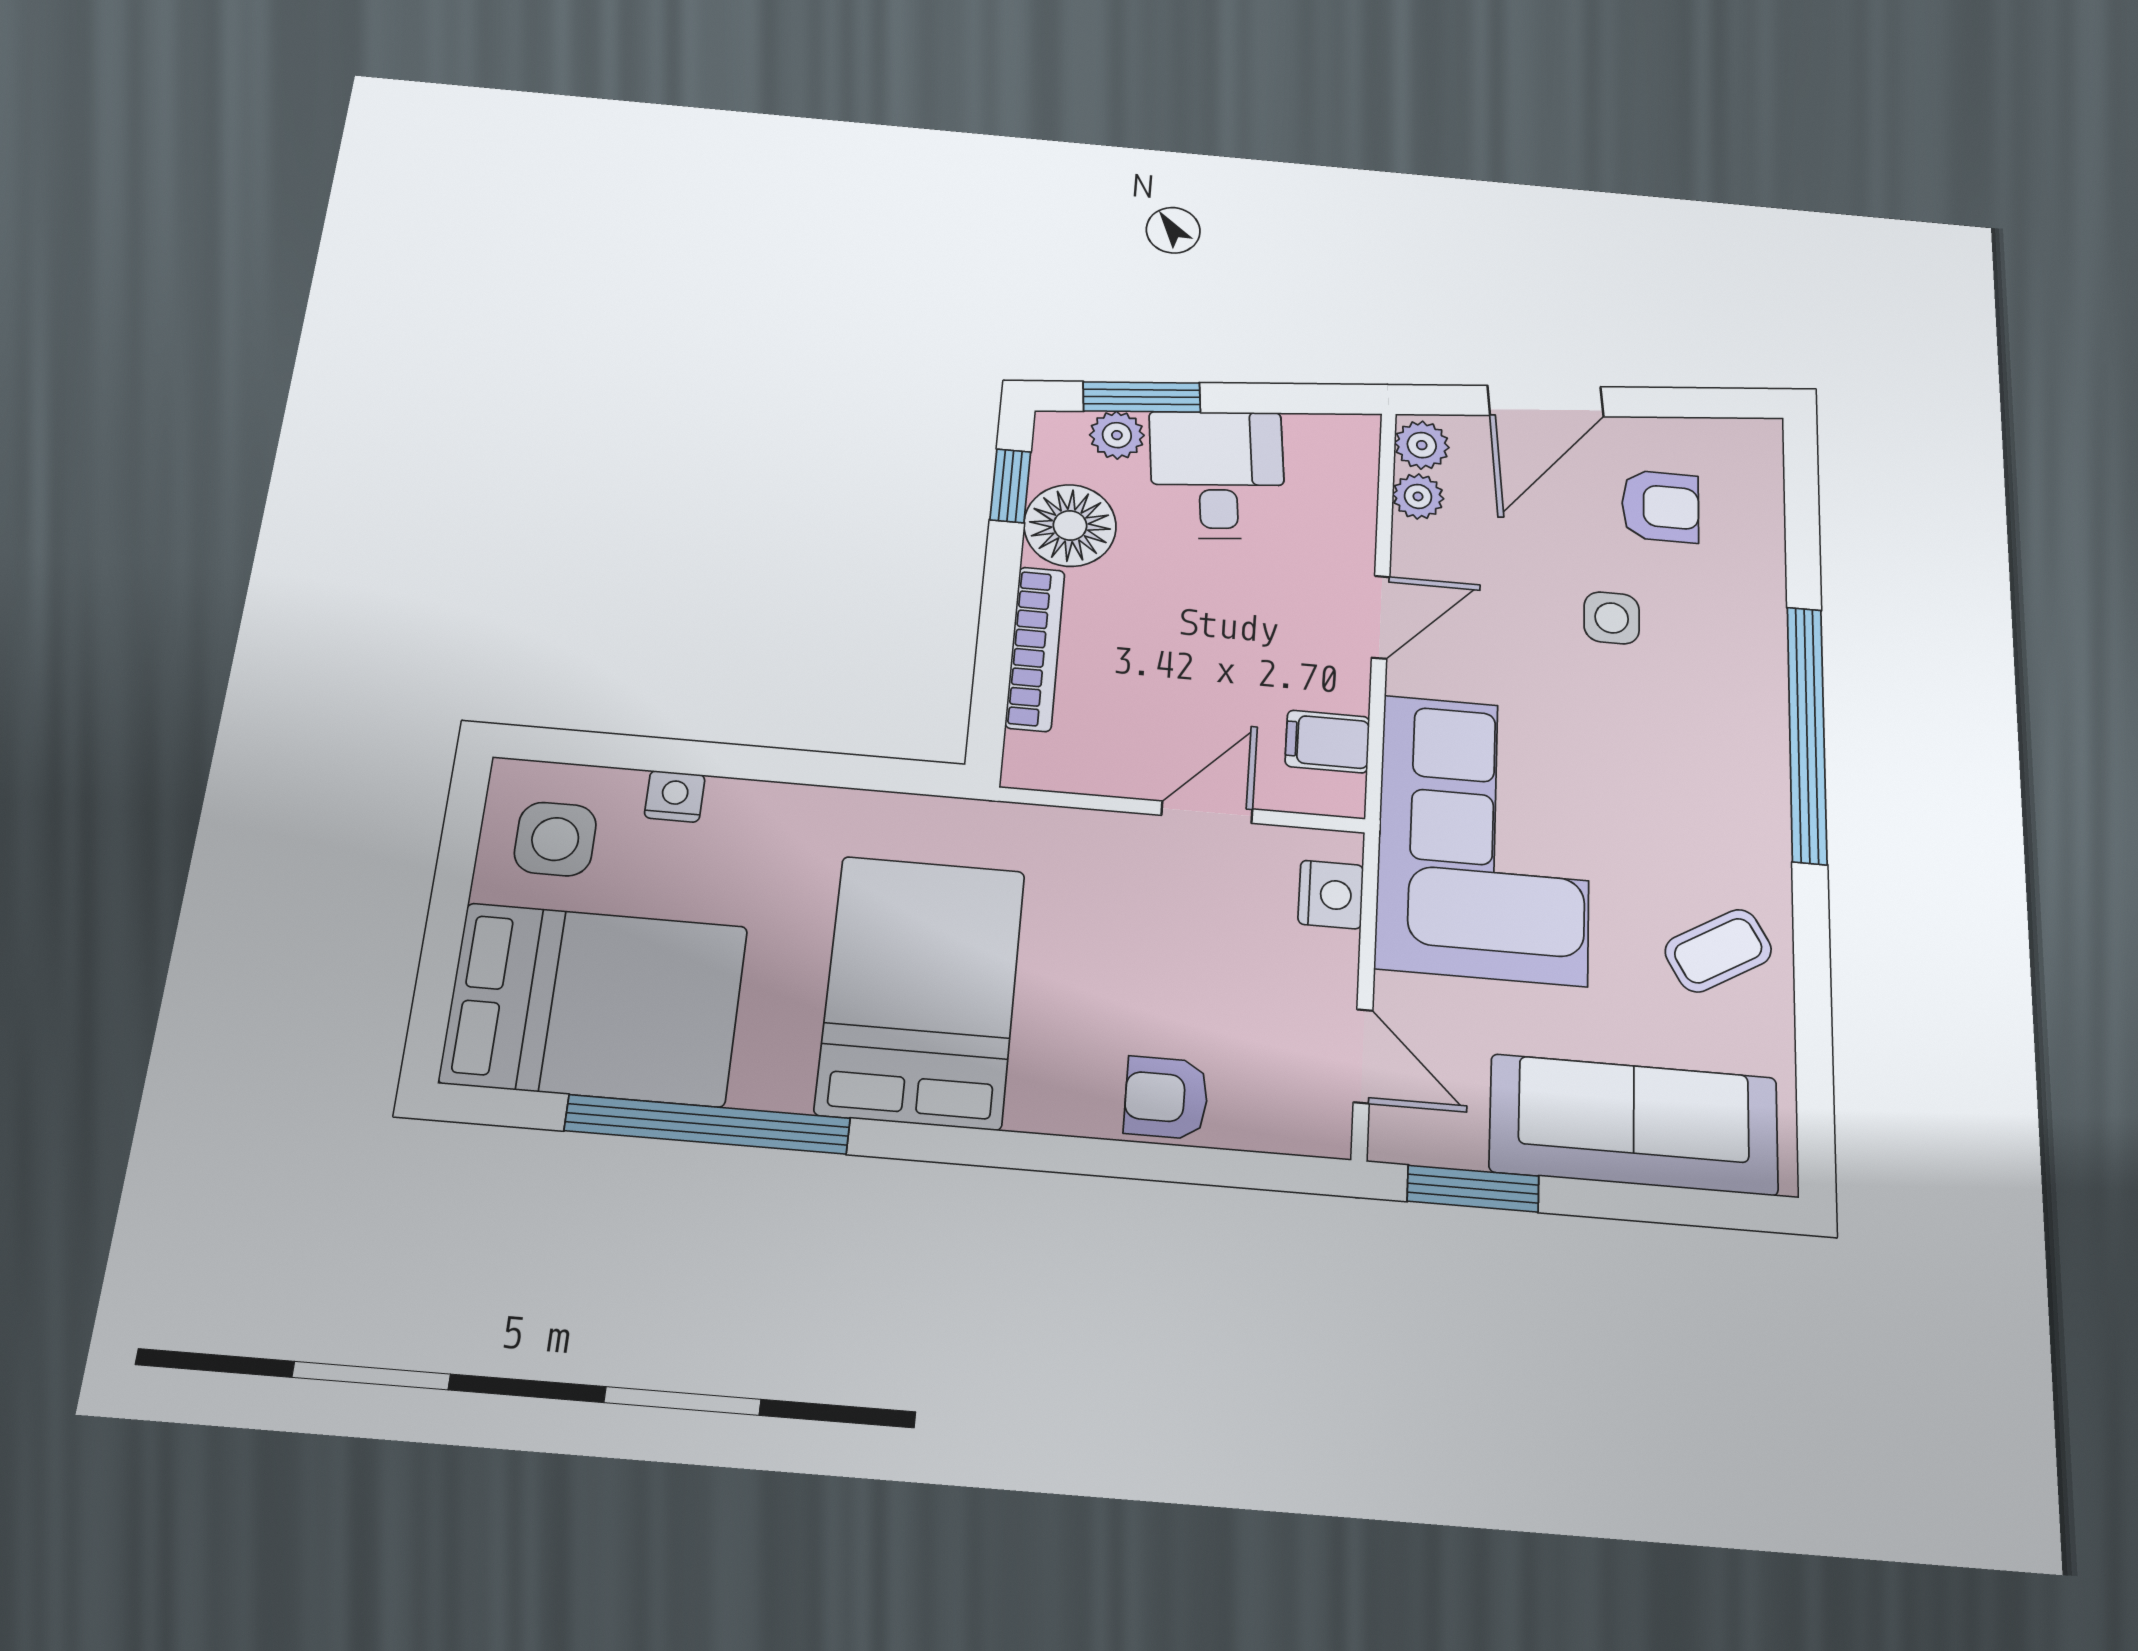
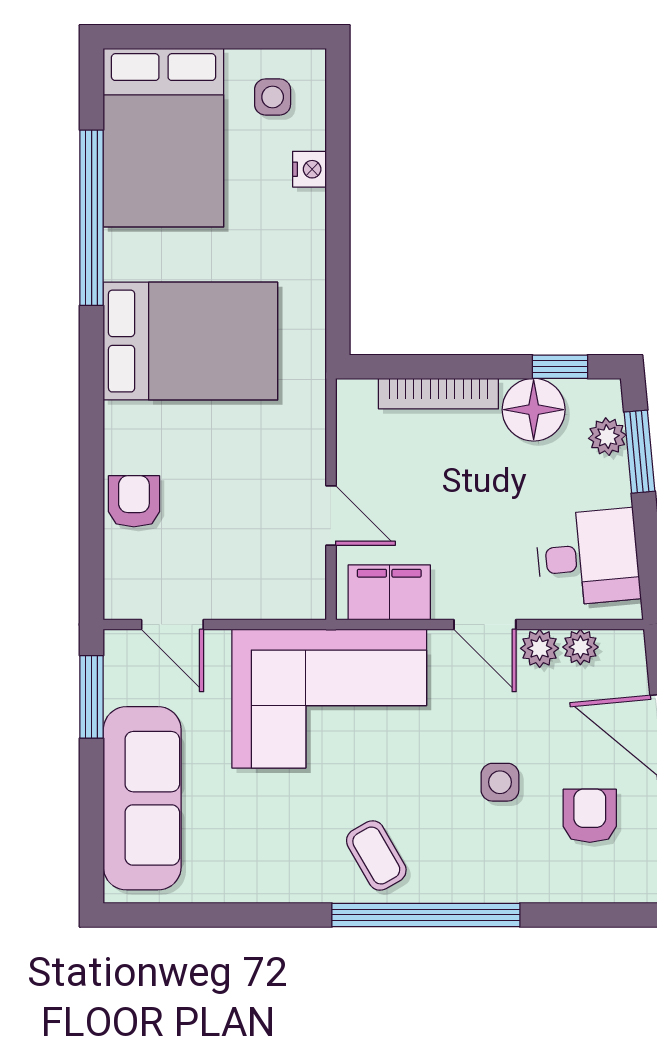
plant: (1422, 445) -> (540, 648), moved
desk: (1217, 475) -> (588, 557), moved
armchair: (1660, 506) -> (590, 816), turned 180
filing cabinet: (1327, 742) -> (389, 592), width x2.00
side table: (555, 839) -> (273, 97), width x0.73, depth x0.73
nightstand: (1331, 895) -> (281, 599), removed
coffee table: (1718, 951) -> (376, 856), moved
door: (1363, 1056) -> (172, 625), hinge flipped

